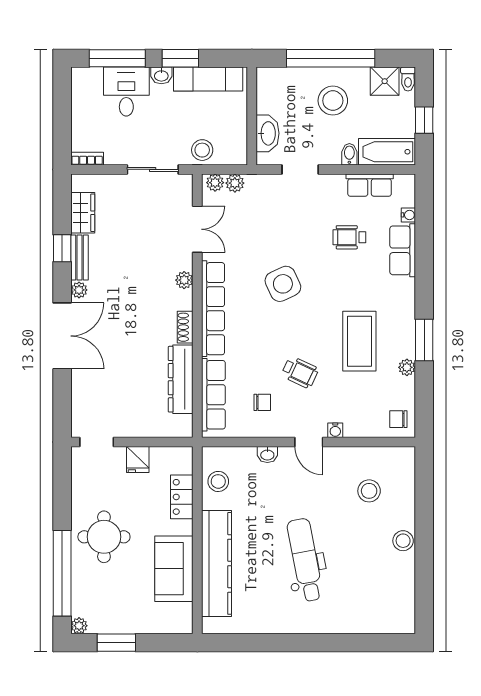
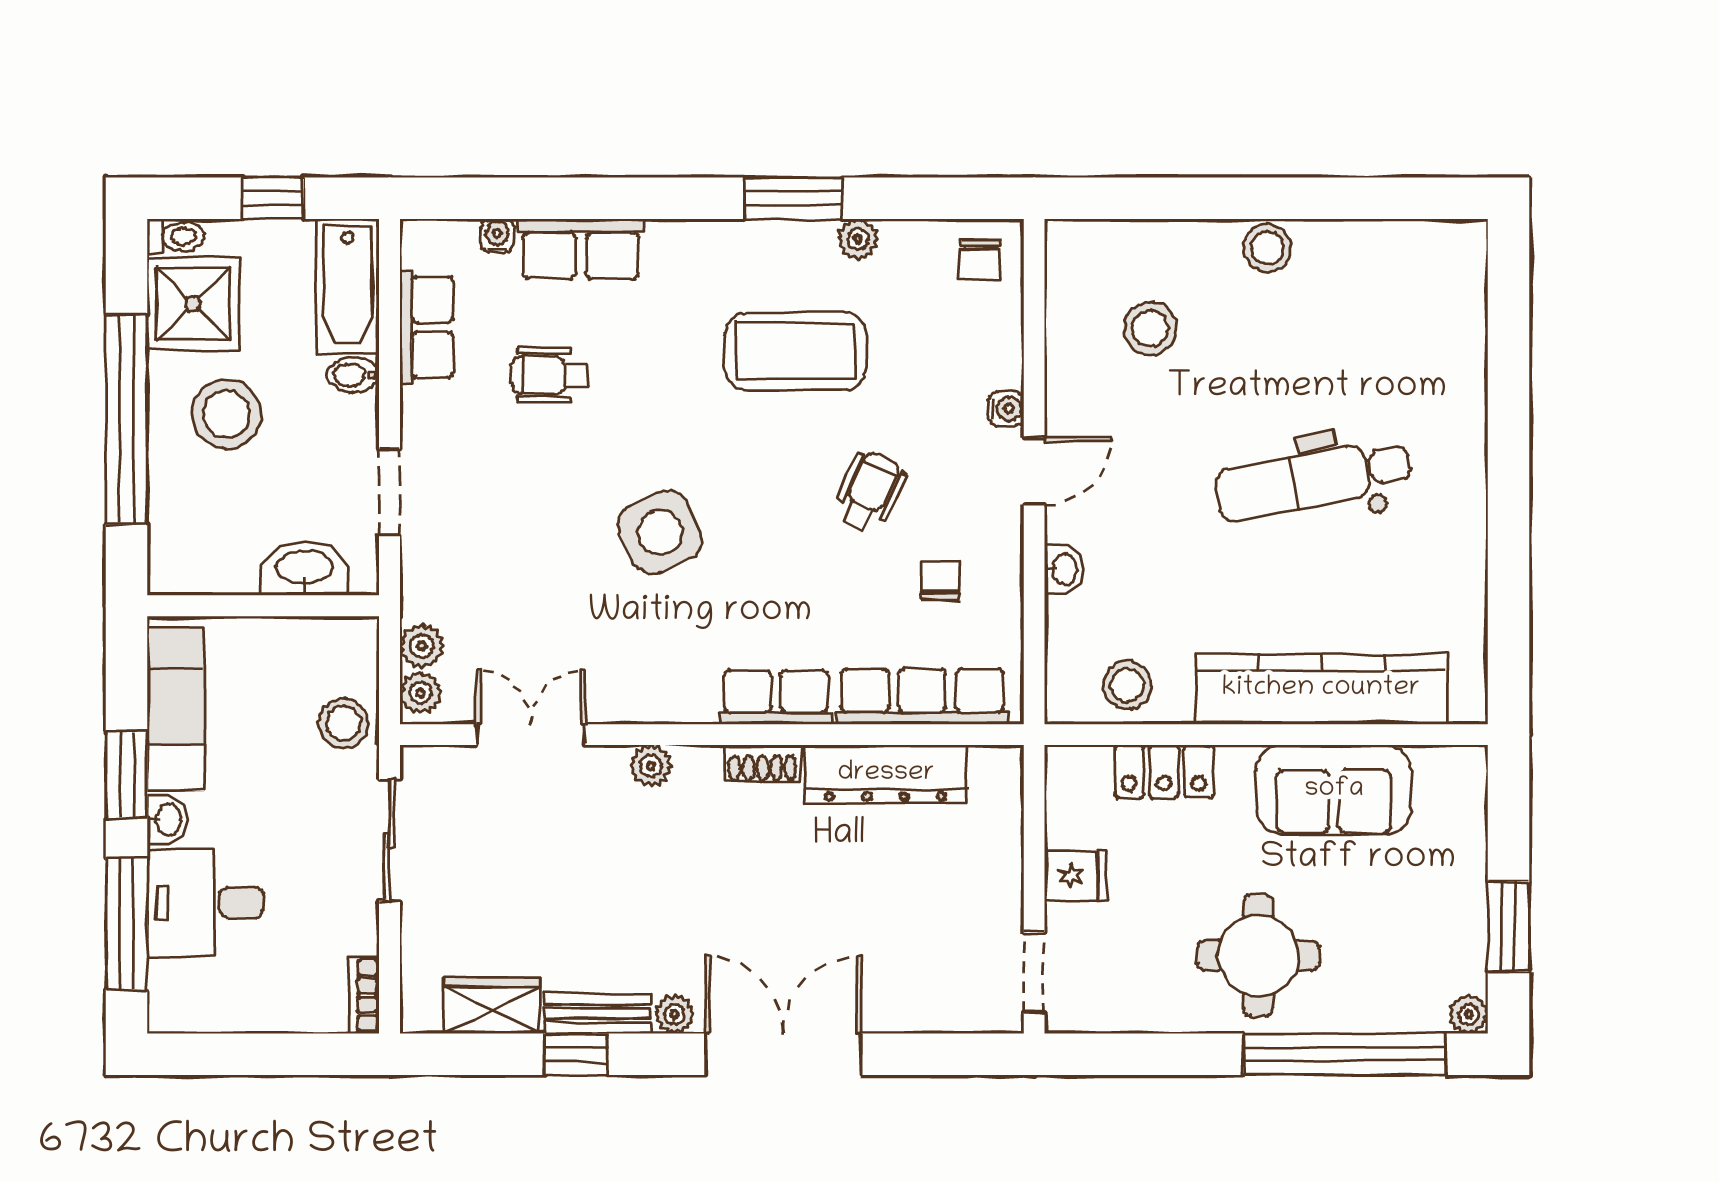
shower: (385, 81) -> (193, 304), width x1.36, depth x1.36
wheelchair: (349, 237) -> (550, 375), turned 90
row of seats: (213, 309) -> (776, 697), width x0.50

